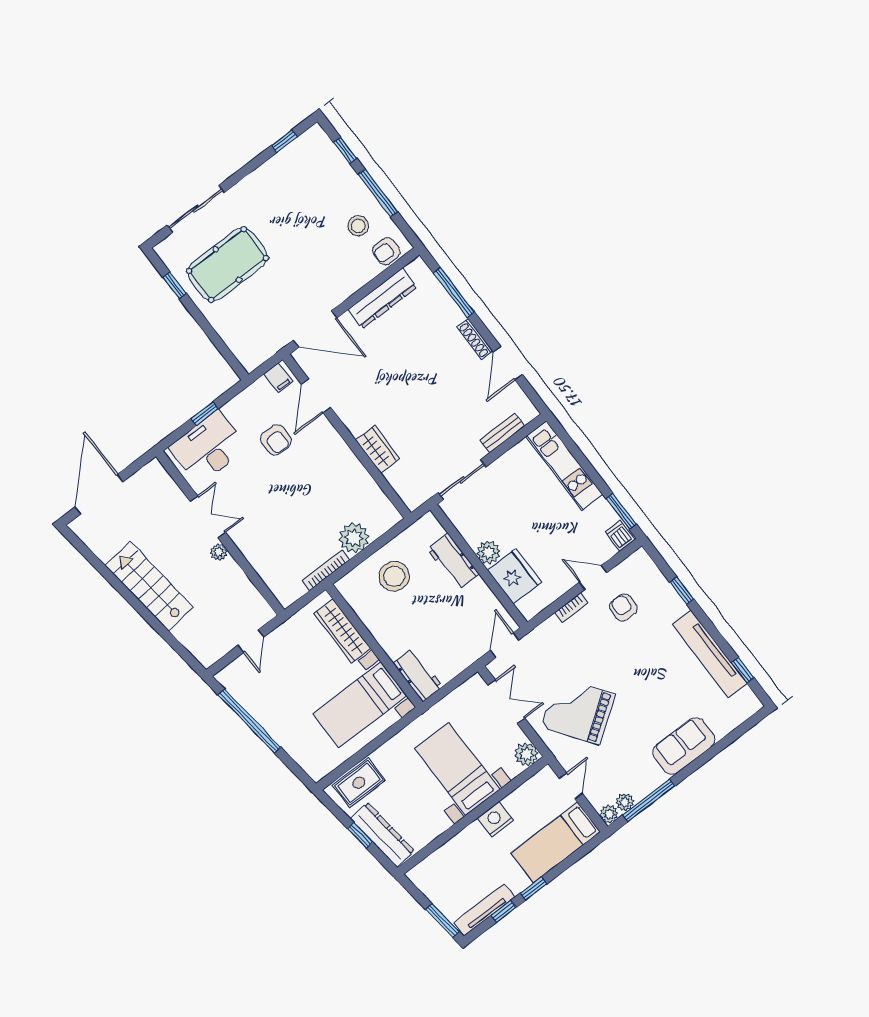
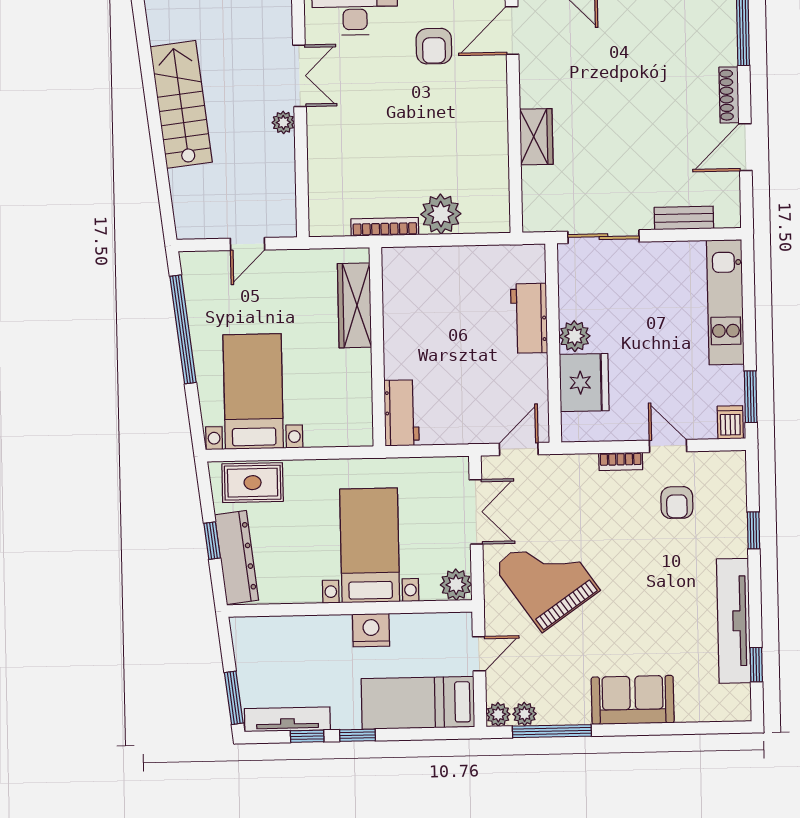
stool: (394, 576) -> (454, 287), removed
armchair: (623, 608) -> (677, 503), turned 180
bed with nightstands: (360, 705) -> (253, 392), moved, turned 90

